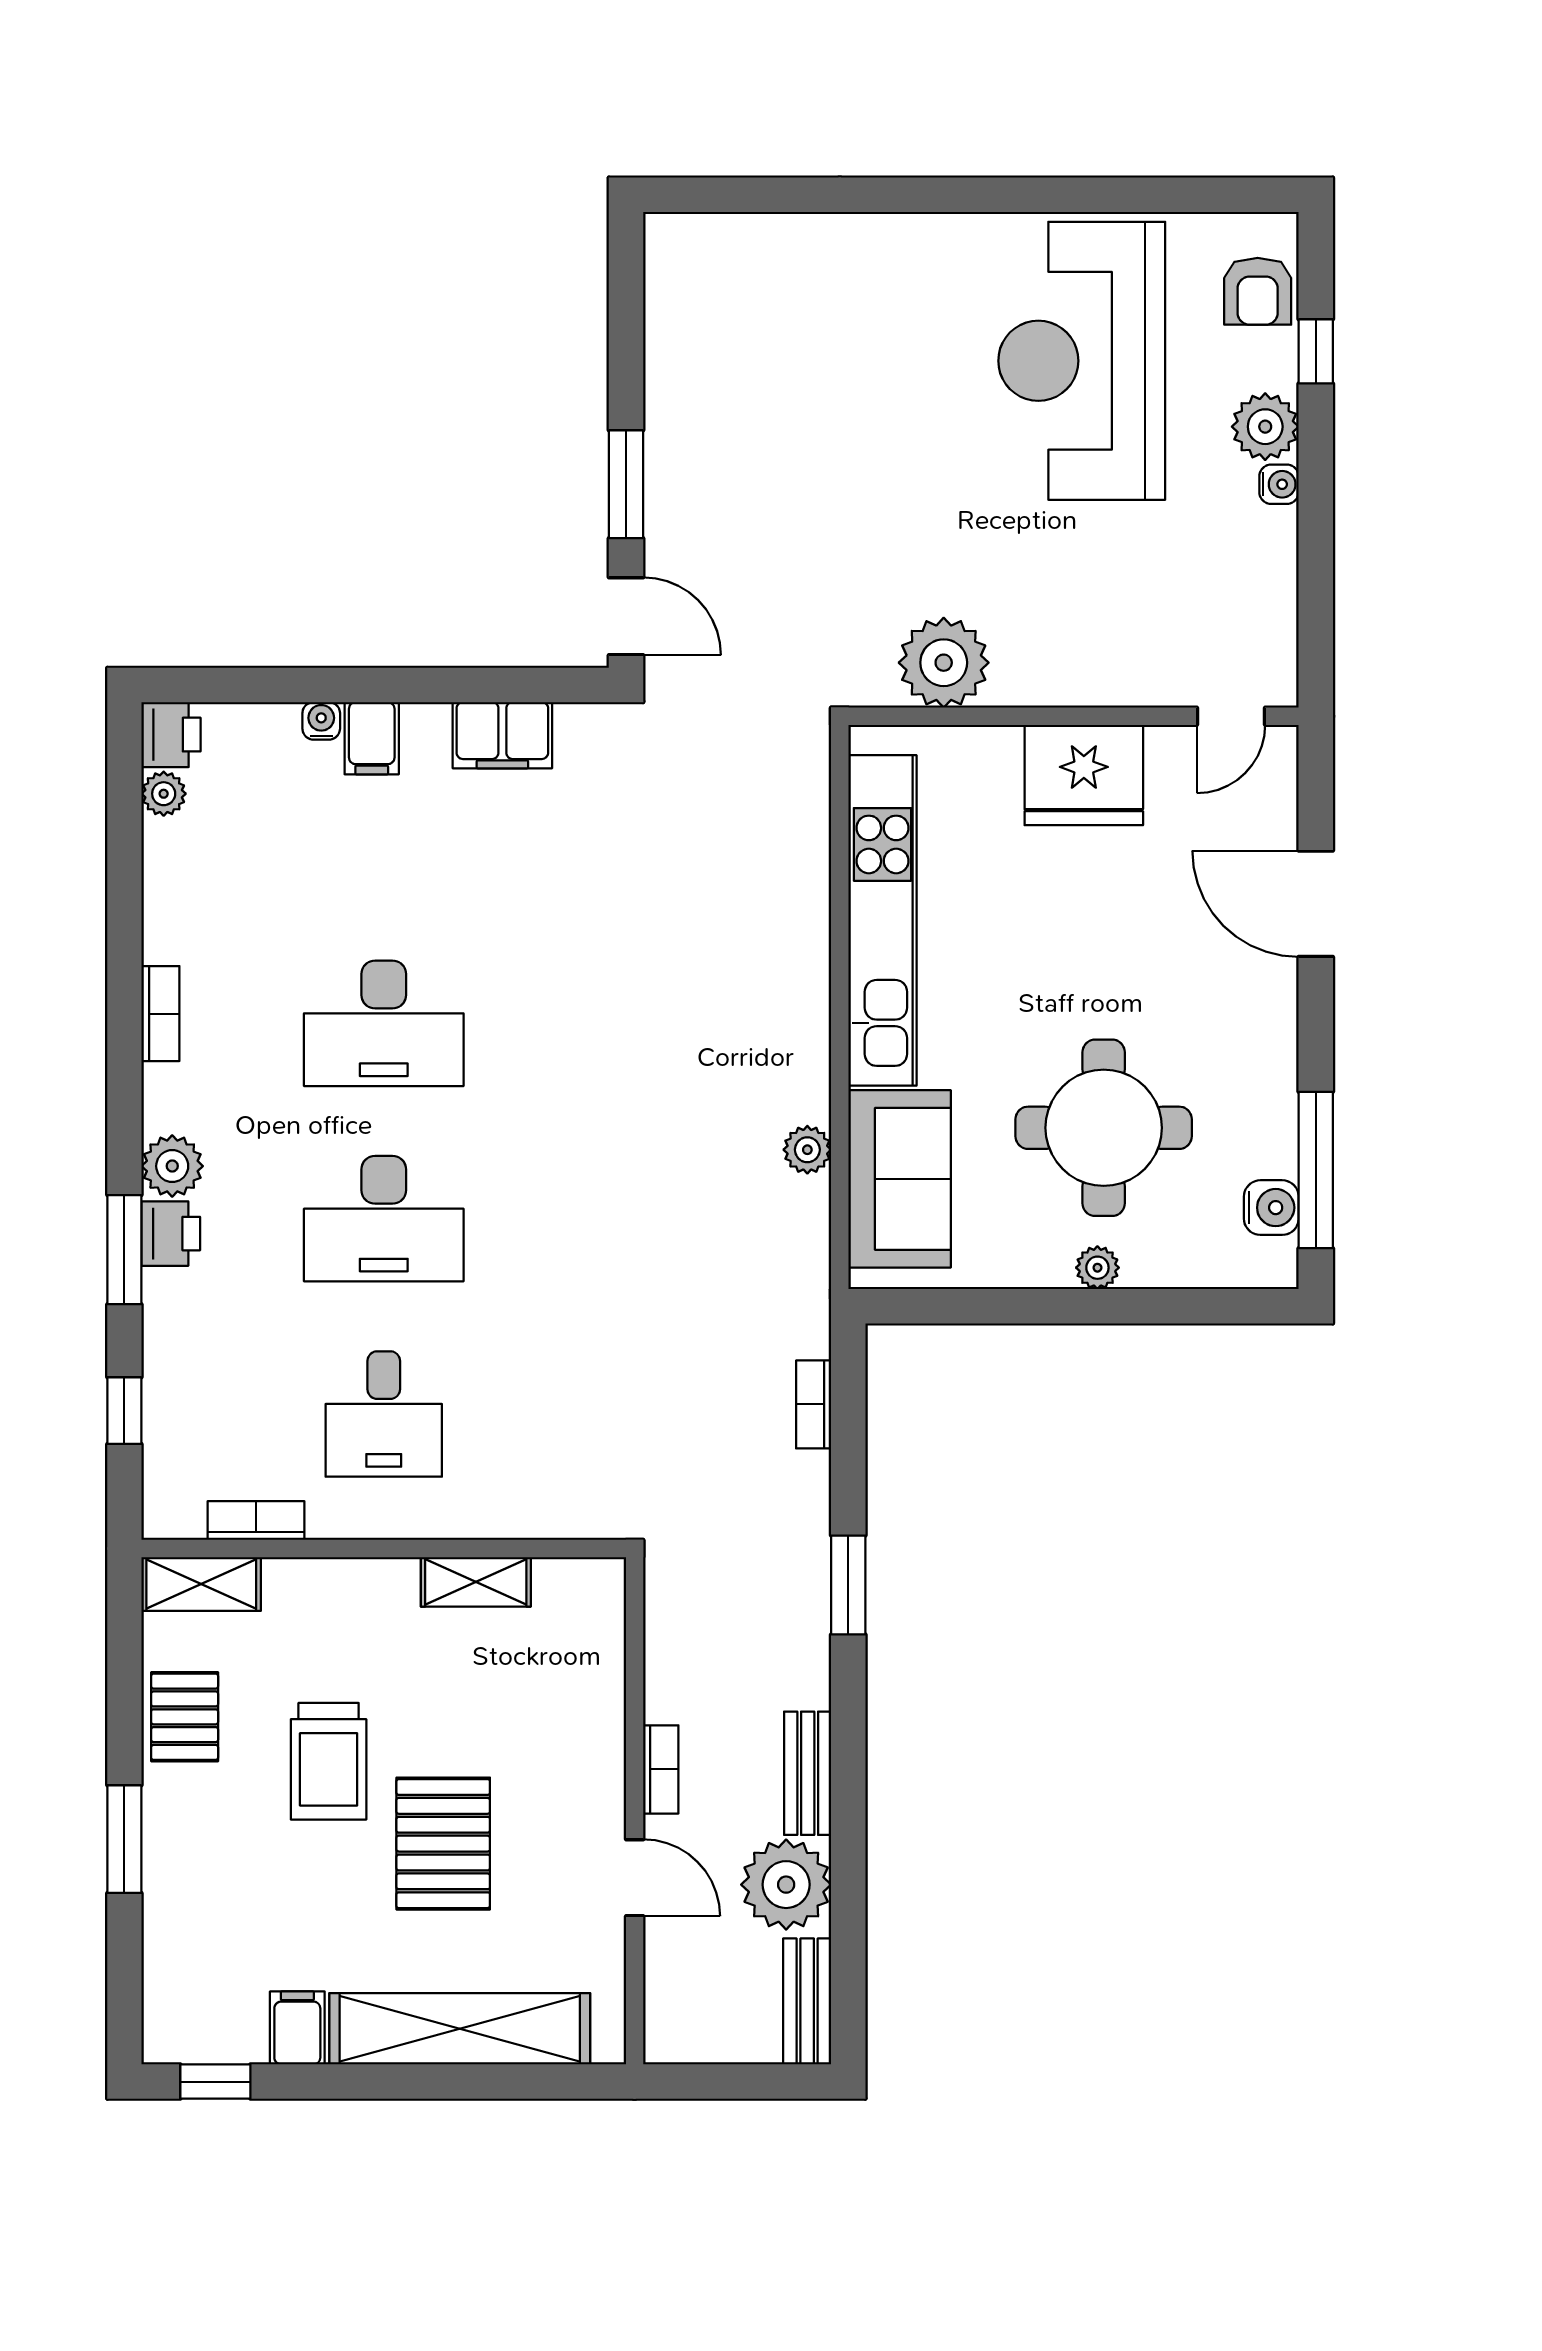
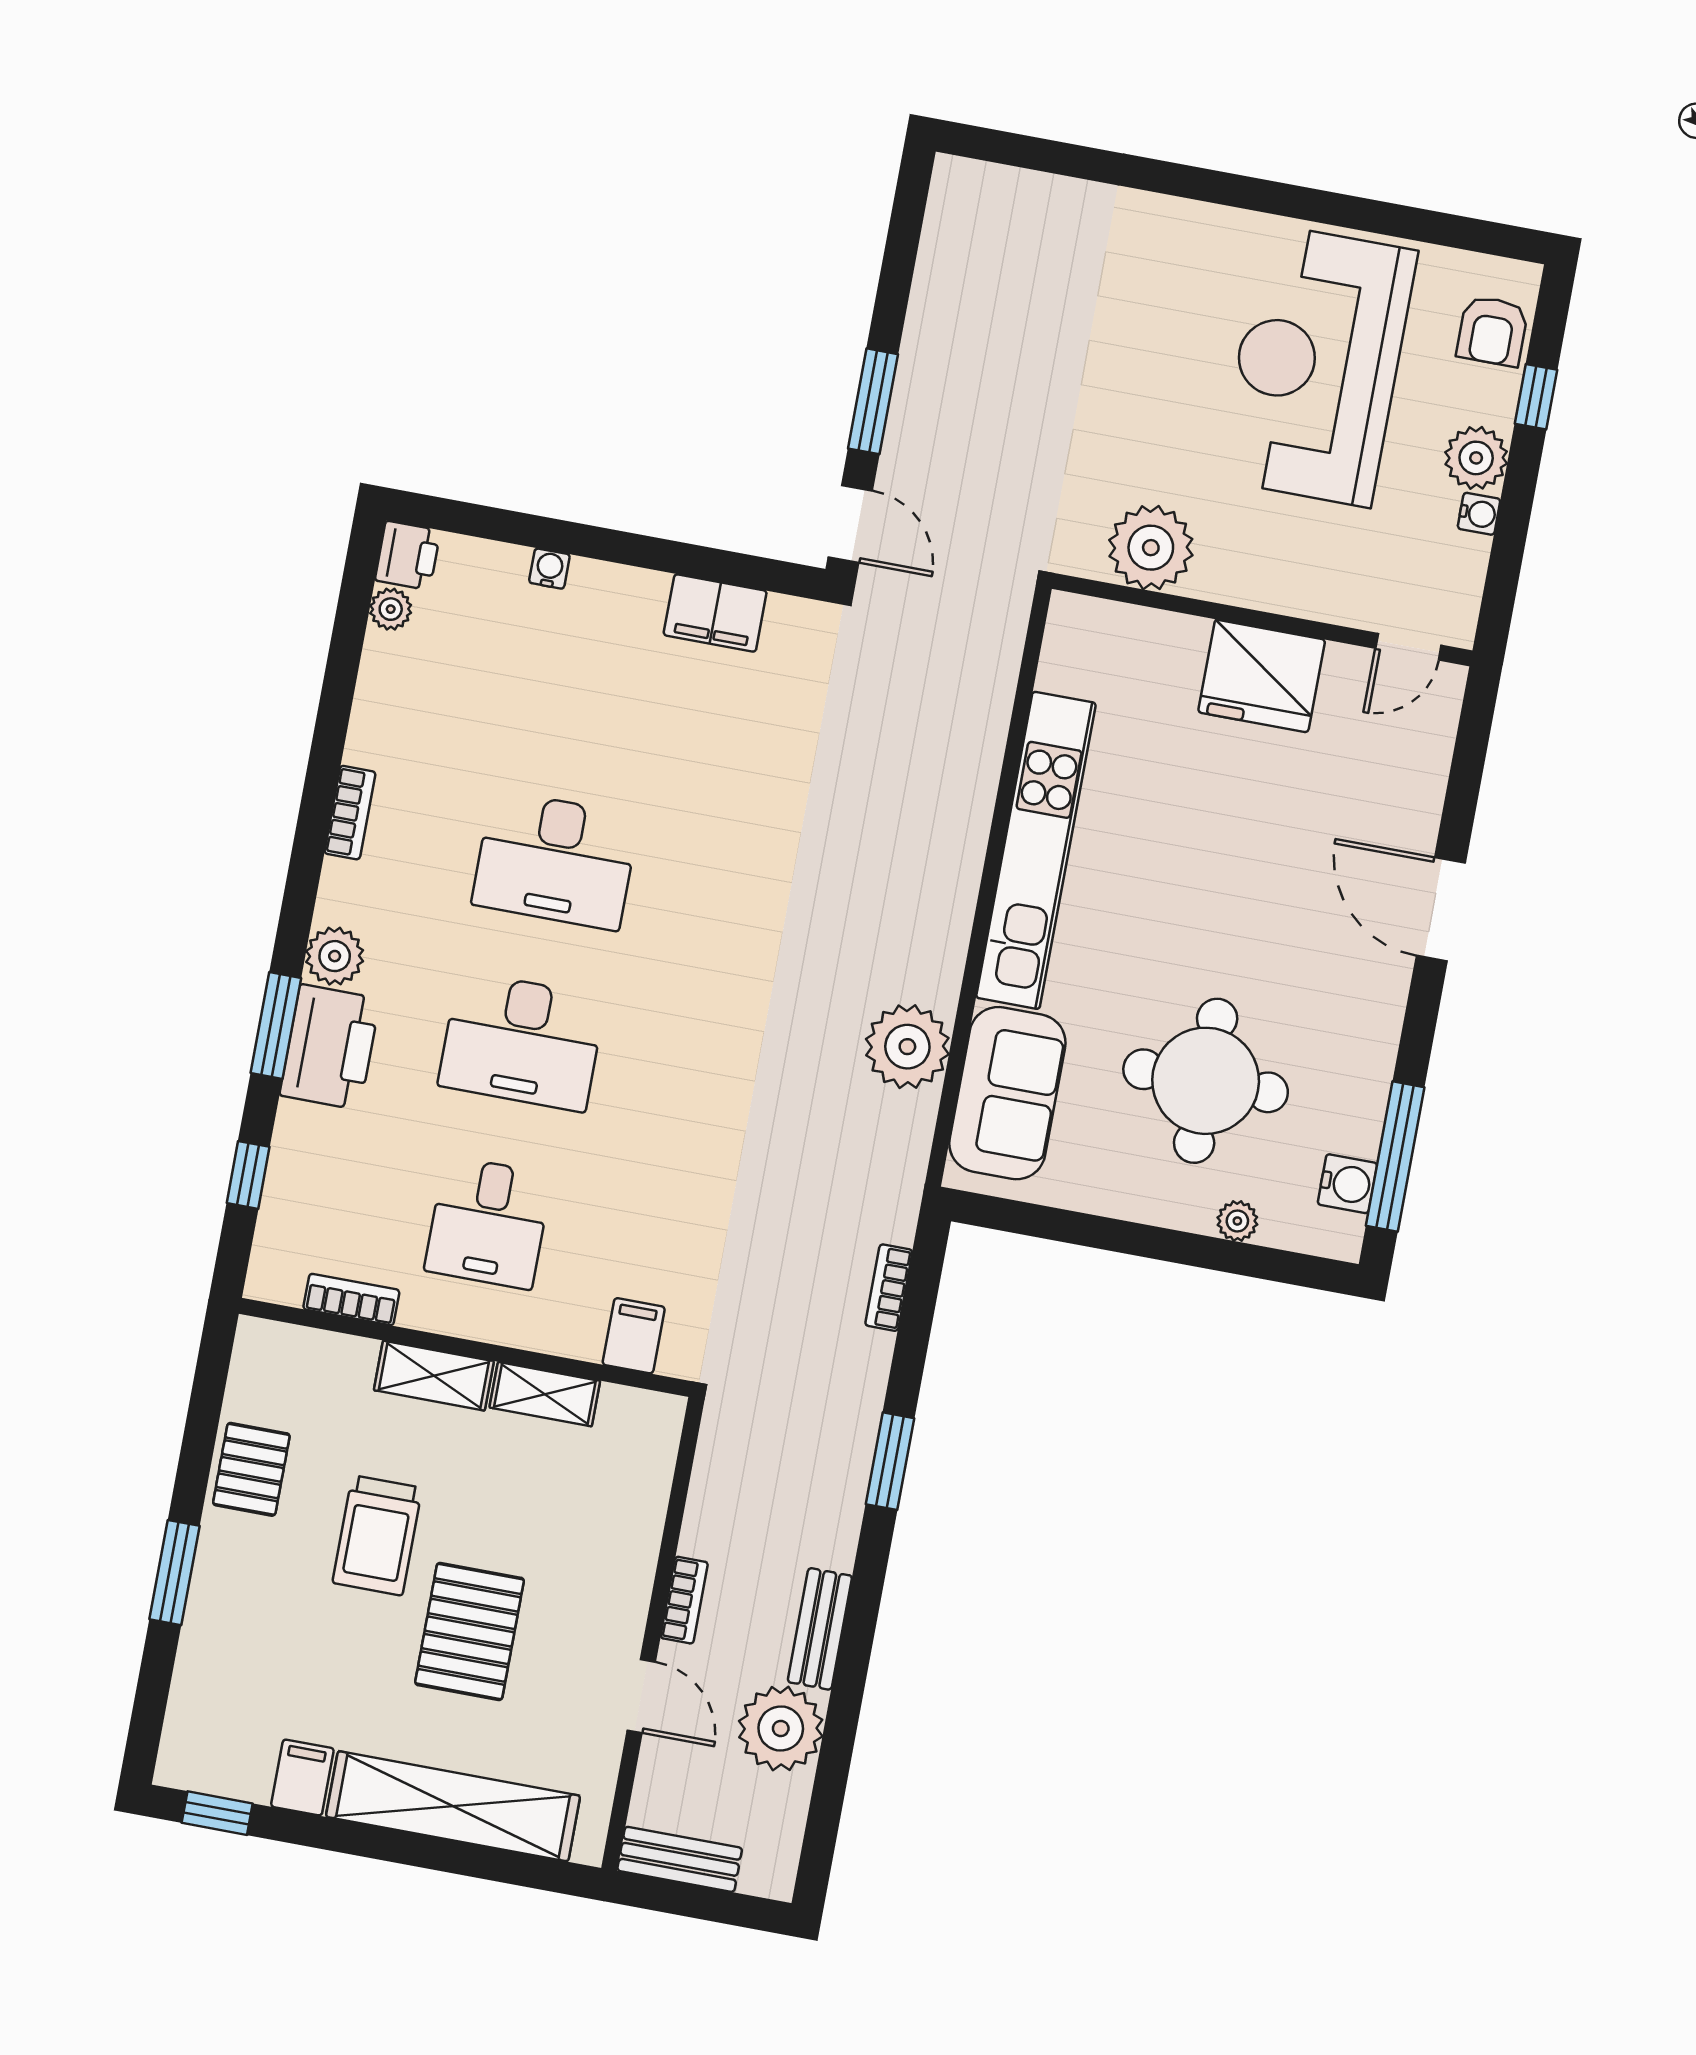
plant: (944, 663) -> (1151, 548), moved
wall: (1073, 716) -> (1262, 620), moved
door: (1231, 716) -> (1408, 647), moved
filing cabinet: (372, 738) -> (634, 1336), moved, turned 180
fridge: (1084, 775) -> (1262, 676), moved
plant: (807, 1150) -> (907, 1047), width x1.88, depth x1.88
printer: (171, 1234) -> (330, 1047), width x1.87, depth x1.48
plant: (1097, 1268) -> (1237, 1221), moved
shelving: (201, 1584) -> (434, 1376), moved
bench: (807, 2001) -> (680, 1859), moved, turned 90

